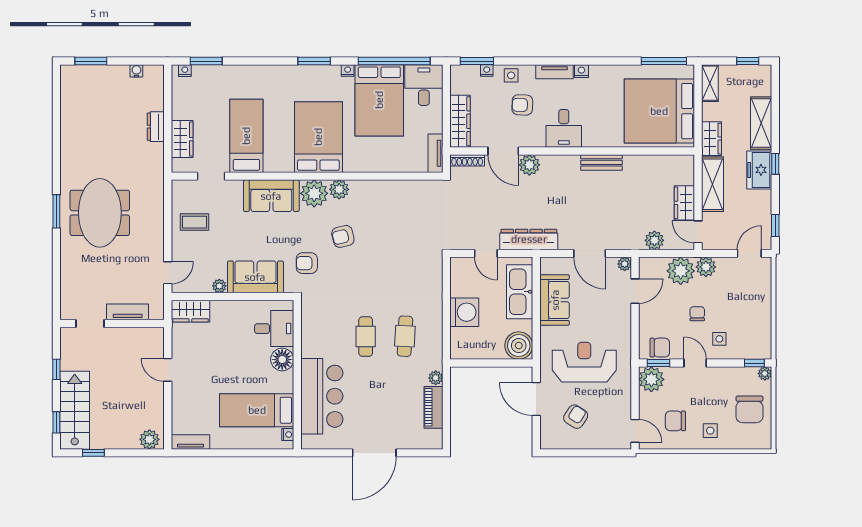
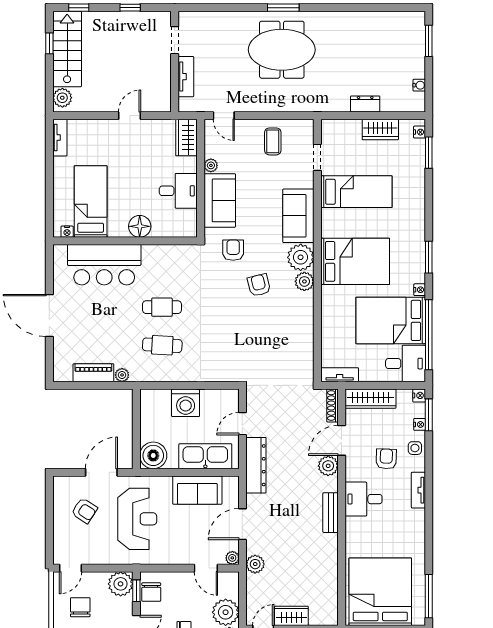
nightstand: (581, 71) -> (419, 395), moved
wardrobe: (182, 139) -> (380, 129), moved
bench: (602, 162) -> (331, 513), moved
plant: (654, 240) -> (255, 564), moved
desk: (274, 329) -> (178, 191), moved, turned -90
stairs: (75, 410) -> (67, 49), moved, turned -90

